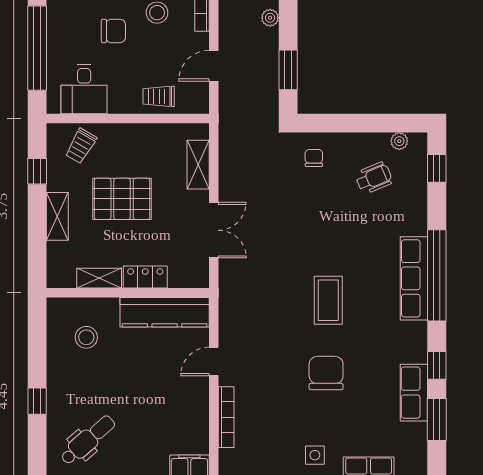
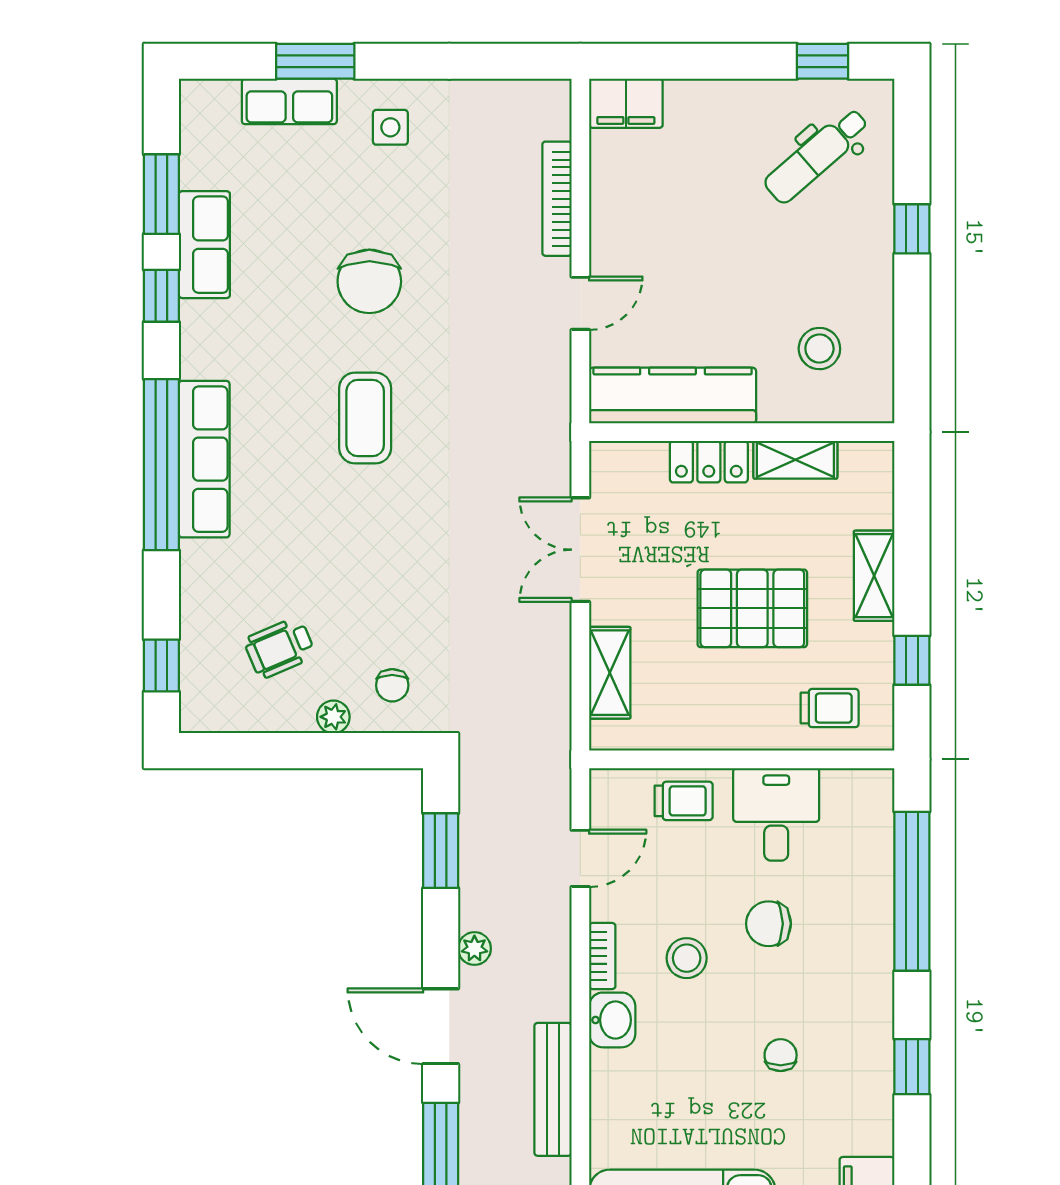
desk: (84, 89) -> (776, 814), moved
plant: (399, 141) -> (333, 717), moved
trolley: (81, 146) -> (830, 708), turned 60

